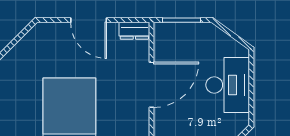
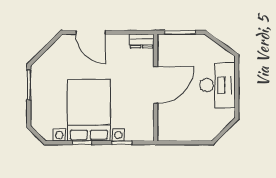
door: (89, 20) -> (91, 32), moved

